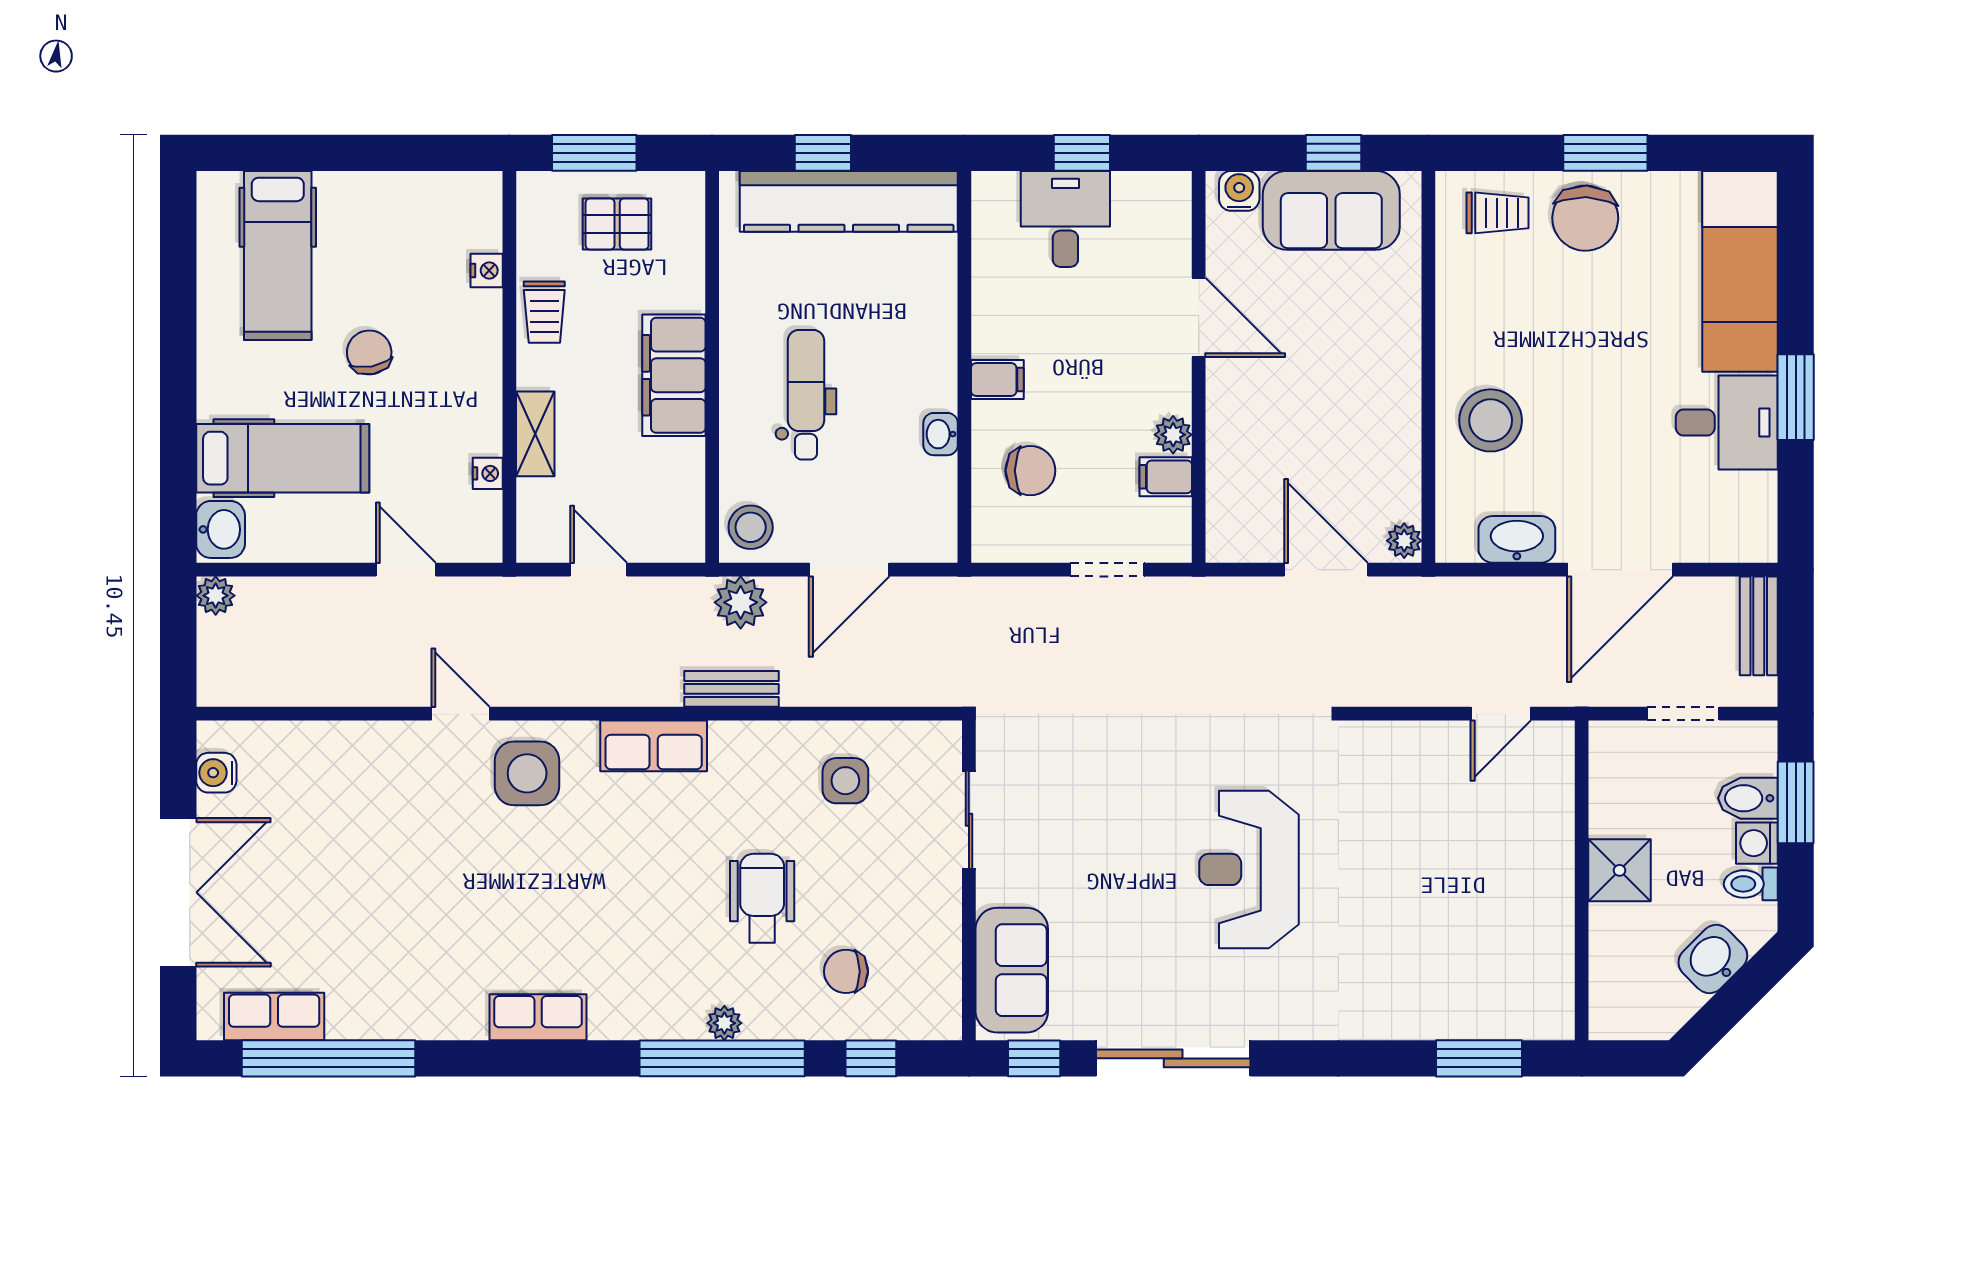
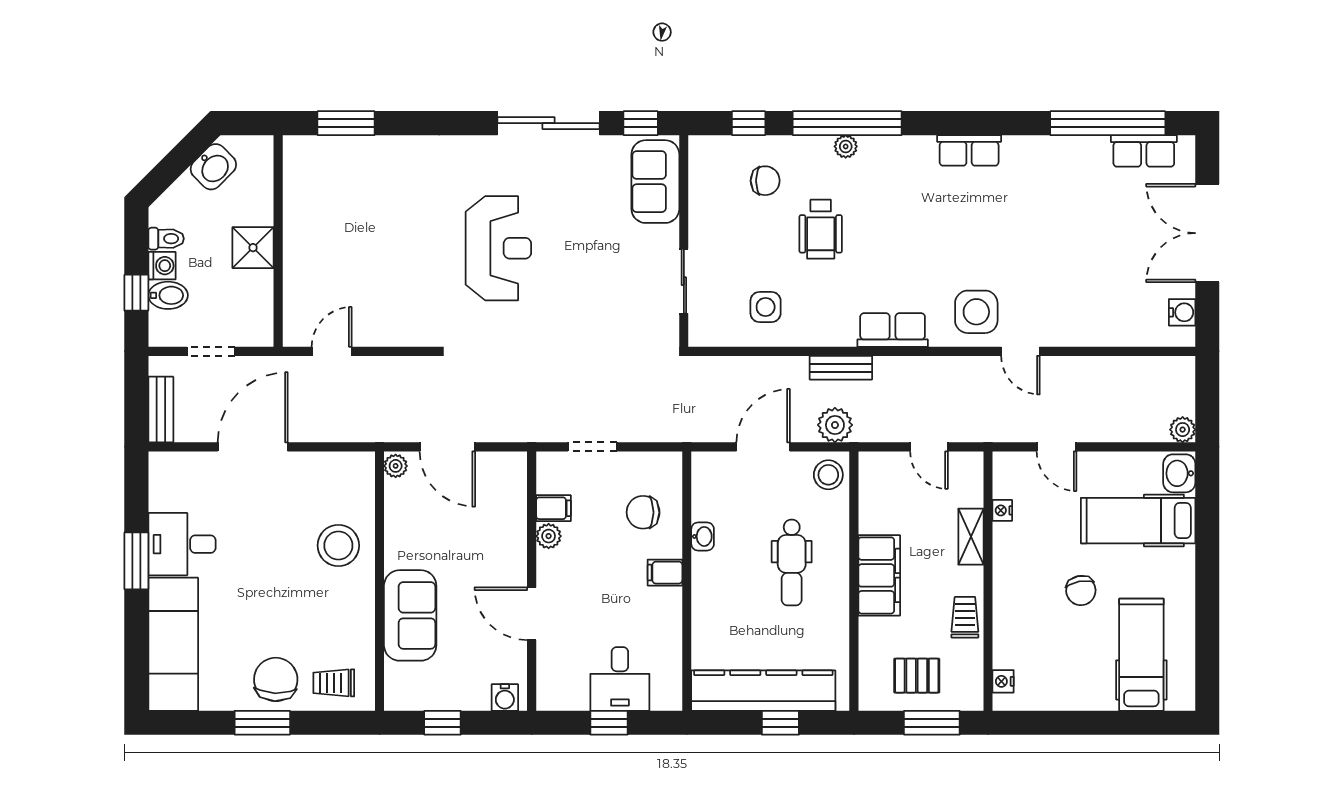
sofa: (1331, 210) -> (410, 615), moved, turned 90
nightstand: (487, 270) -> (1003, 681), moved
washbasin: (1517, 539) -> (321, 467), removed
window: (1796, 802) -> (136, 293), width x0.67
washbasin: (1713, 959) -> (213, 167), moved

